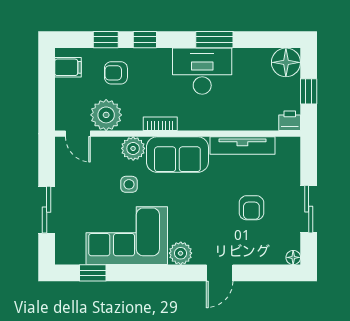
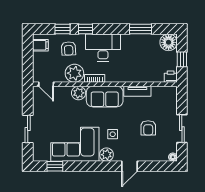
window: (214, 40) -> (140, 29), moved
desk: (202, 71) -> (103, 47), moved
armchair: (116, 73) -> (69, 48), turned -93
plant: (106, 115) -> (74, 73), moved
tv unit: (242, 145) -> (137, 91), width x0.71
side table: (129, 184) -> (113, 134), moved

